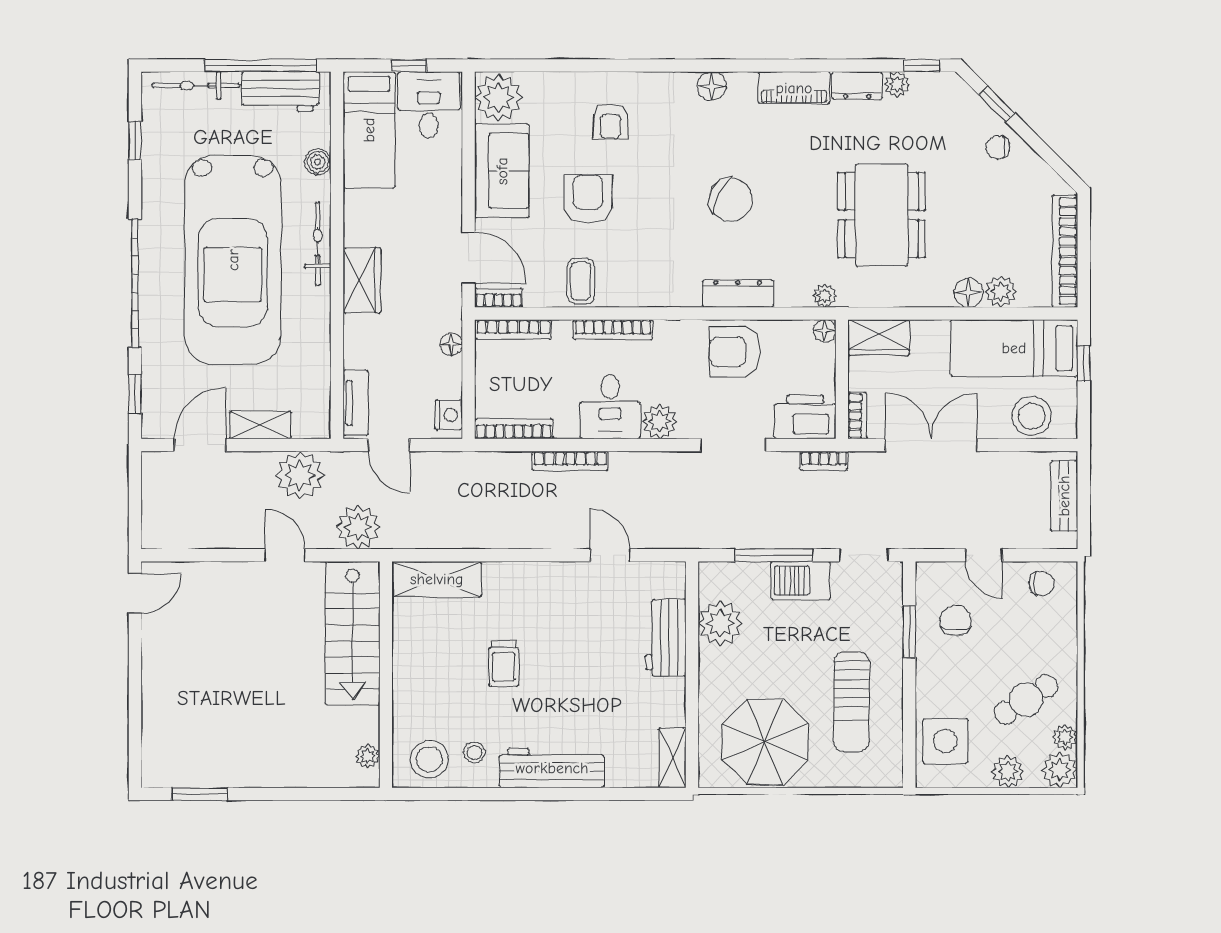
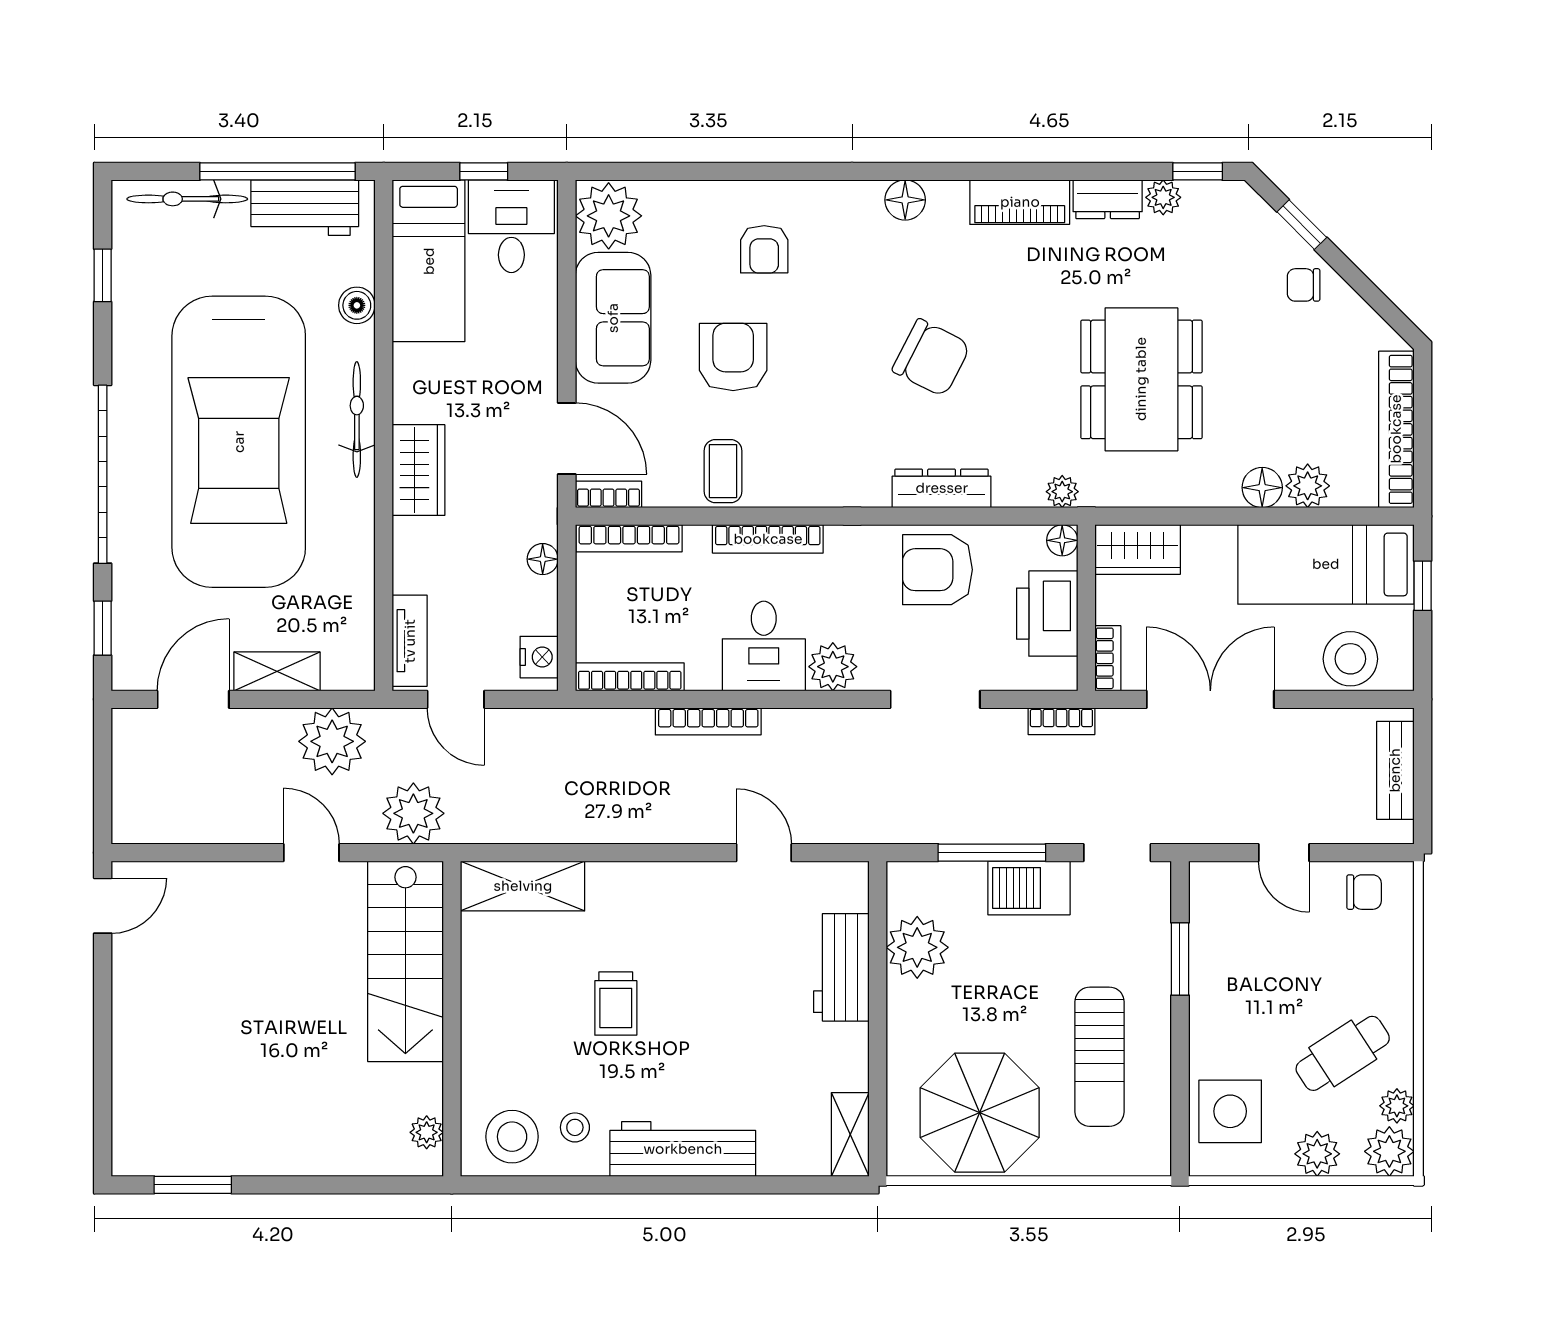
printer: (805, 417) -> (1047, 614), moved, turned -90
chair: (956, 620) -> (1244, 943), removed

